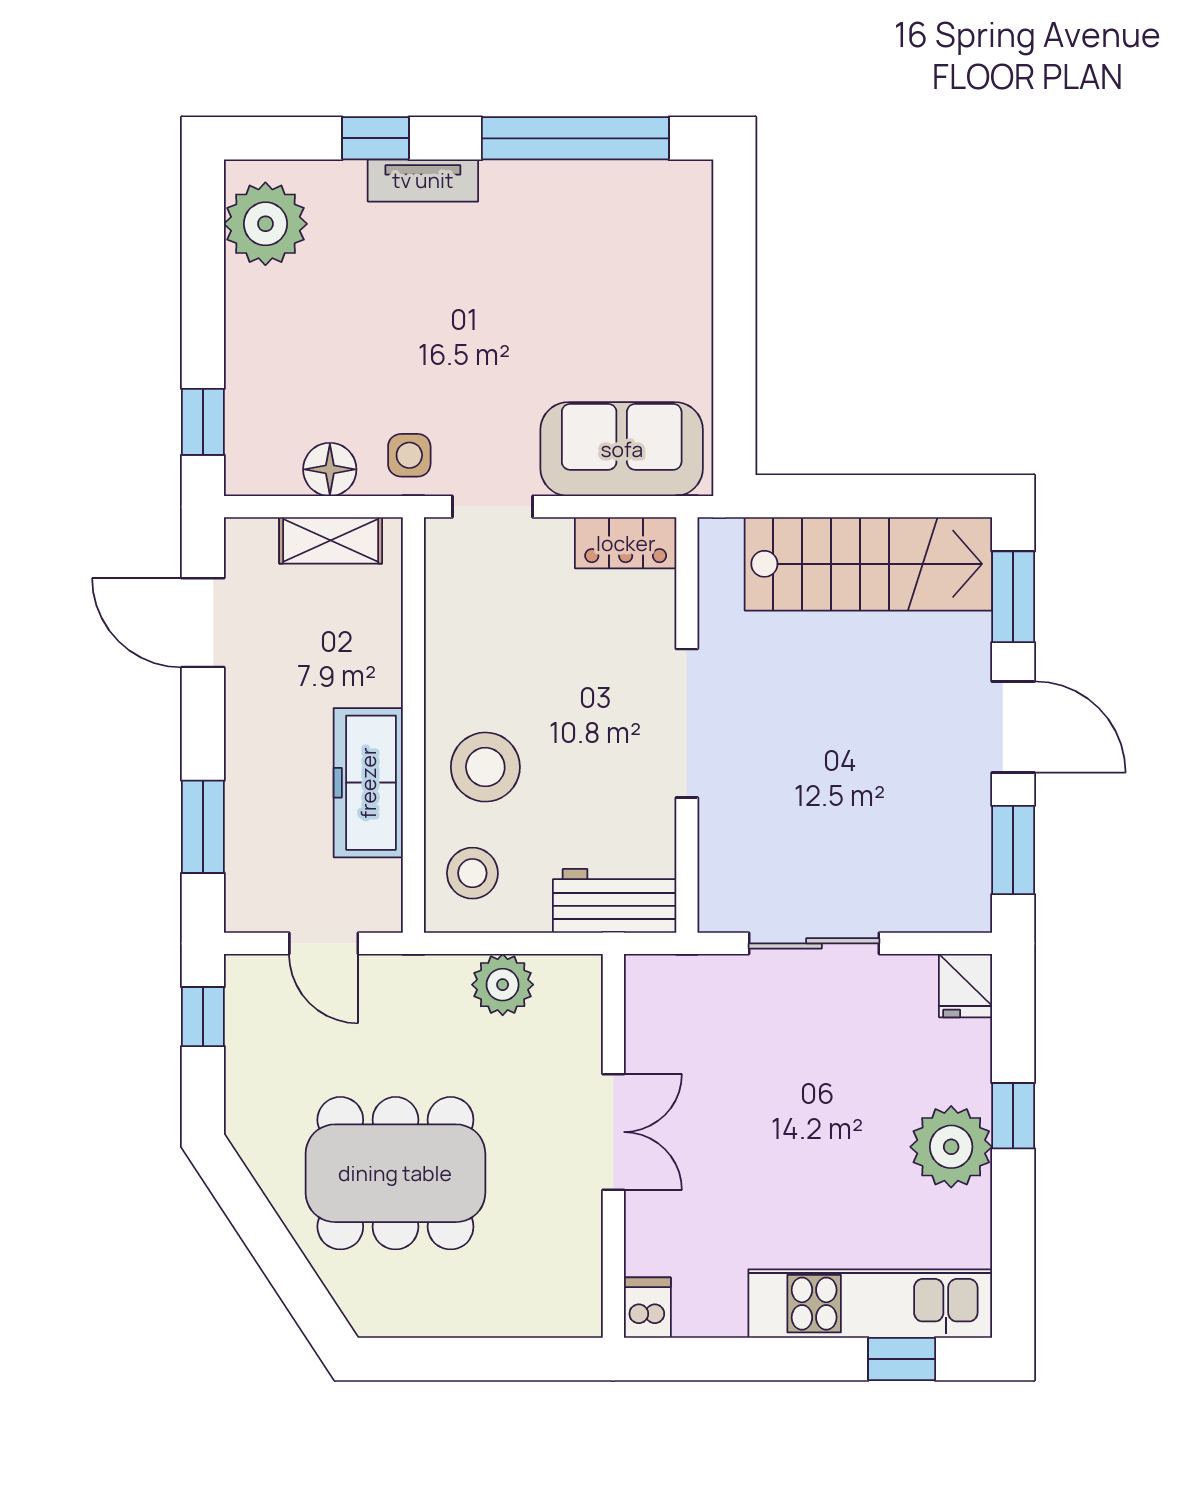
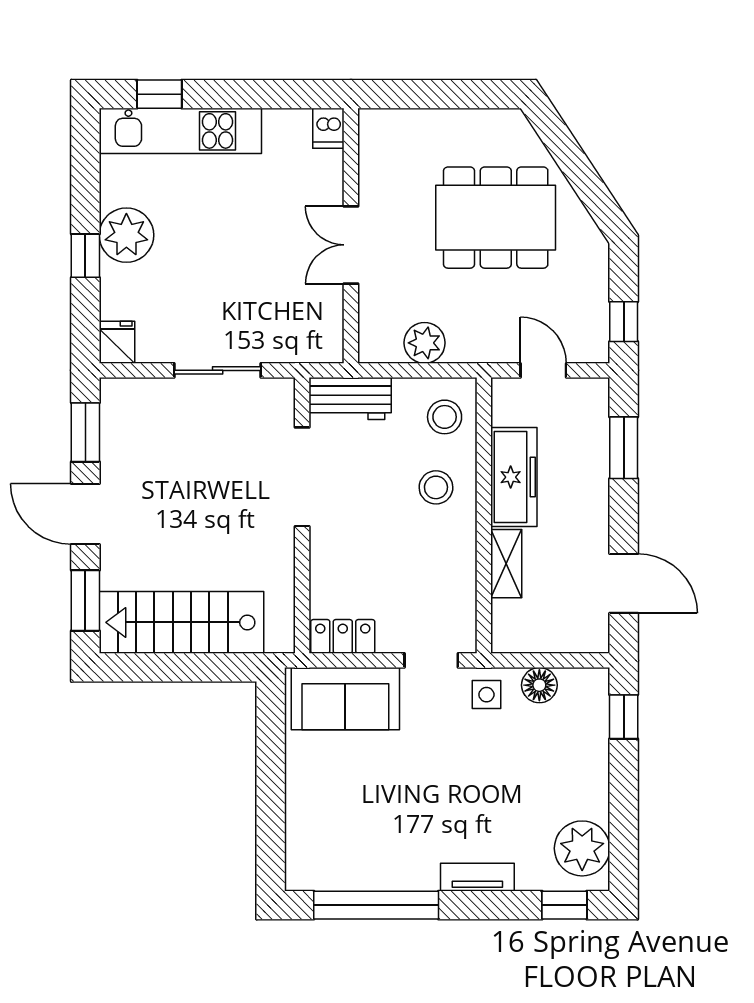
window: (375, 138) -> (564, 905), moved
shelving: (331, 540) -> (506, 564), moved, turned 90
doorway: (687, 723) -> (302, 477), moved
stool: (485, 767) -> (436, 487), width x0.73, depth x0.73

